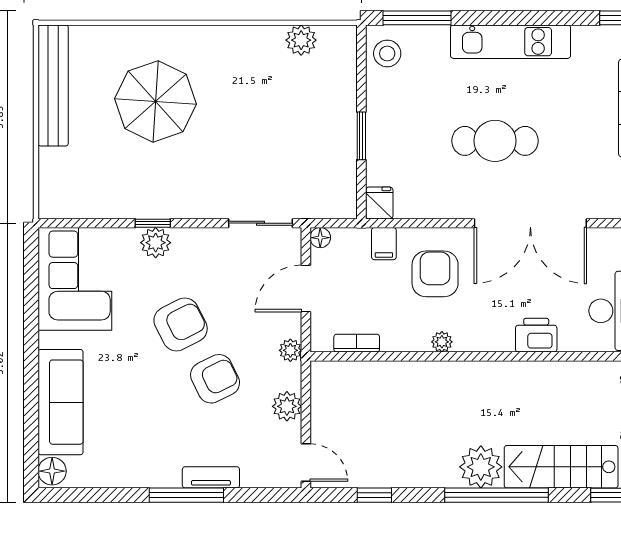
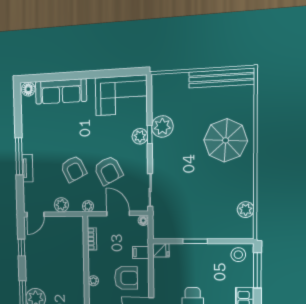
parasol: (155, 101) -> (226, 140), moved
plant: (138, 198) -> (162, 126), added
armchair: (181, 324) -> (108, 170), moved

